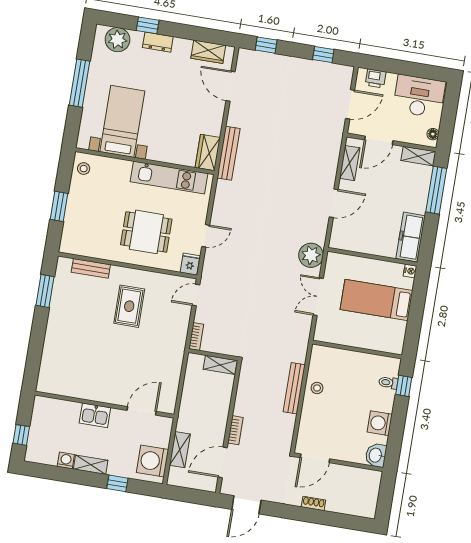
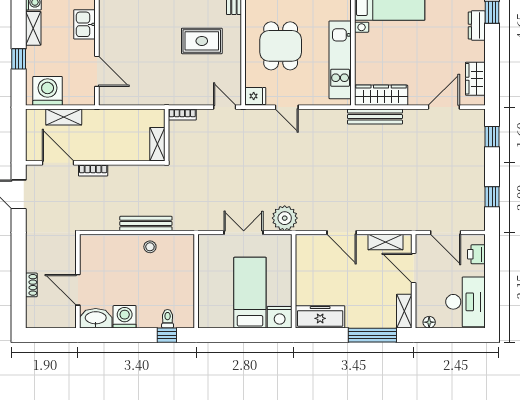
wardrobe: (208, 153) -> (381, 95), width x1.50
nightstand: (410, 271) -> (280, 317), width x1.89, depth x1.79
washbasin: (376, 455) -> (96, 318), width x1.38
door: (315, 458) -> (78, 290), moved
shoe rack: (313, 503) -> (31, 285), moved

